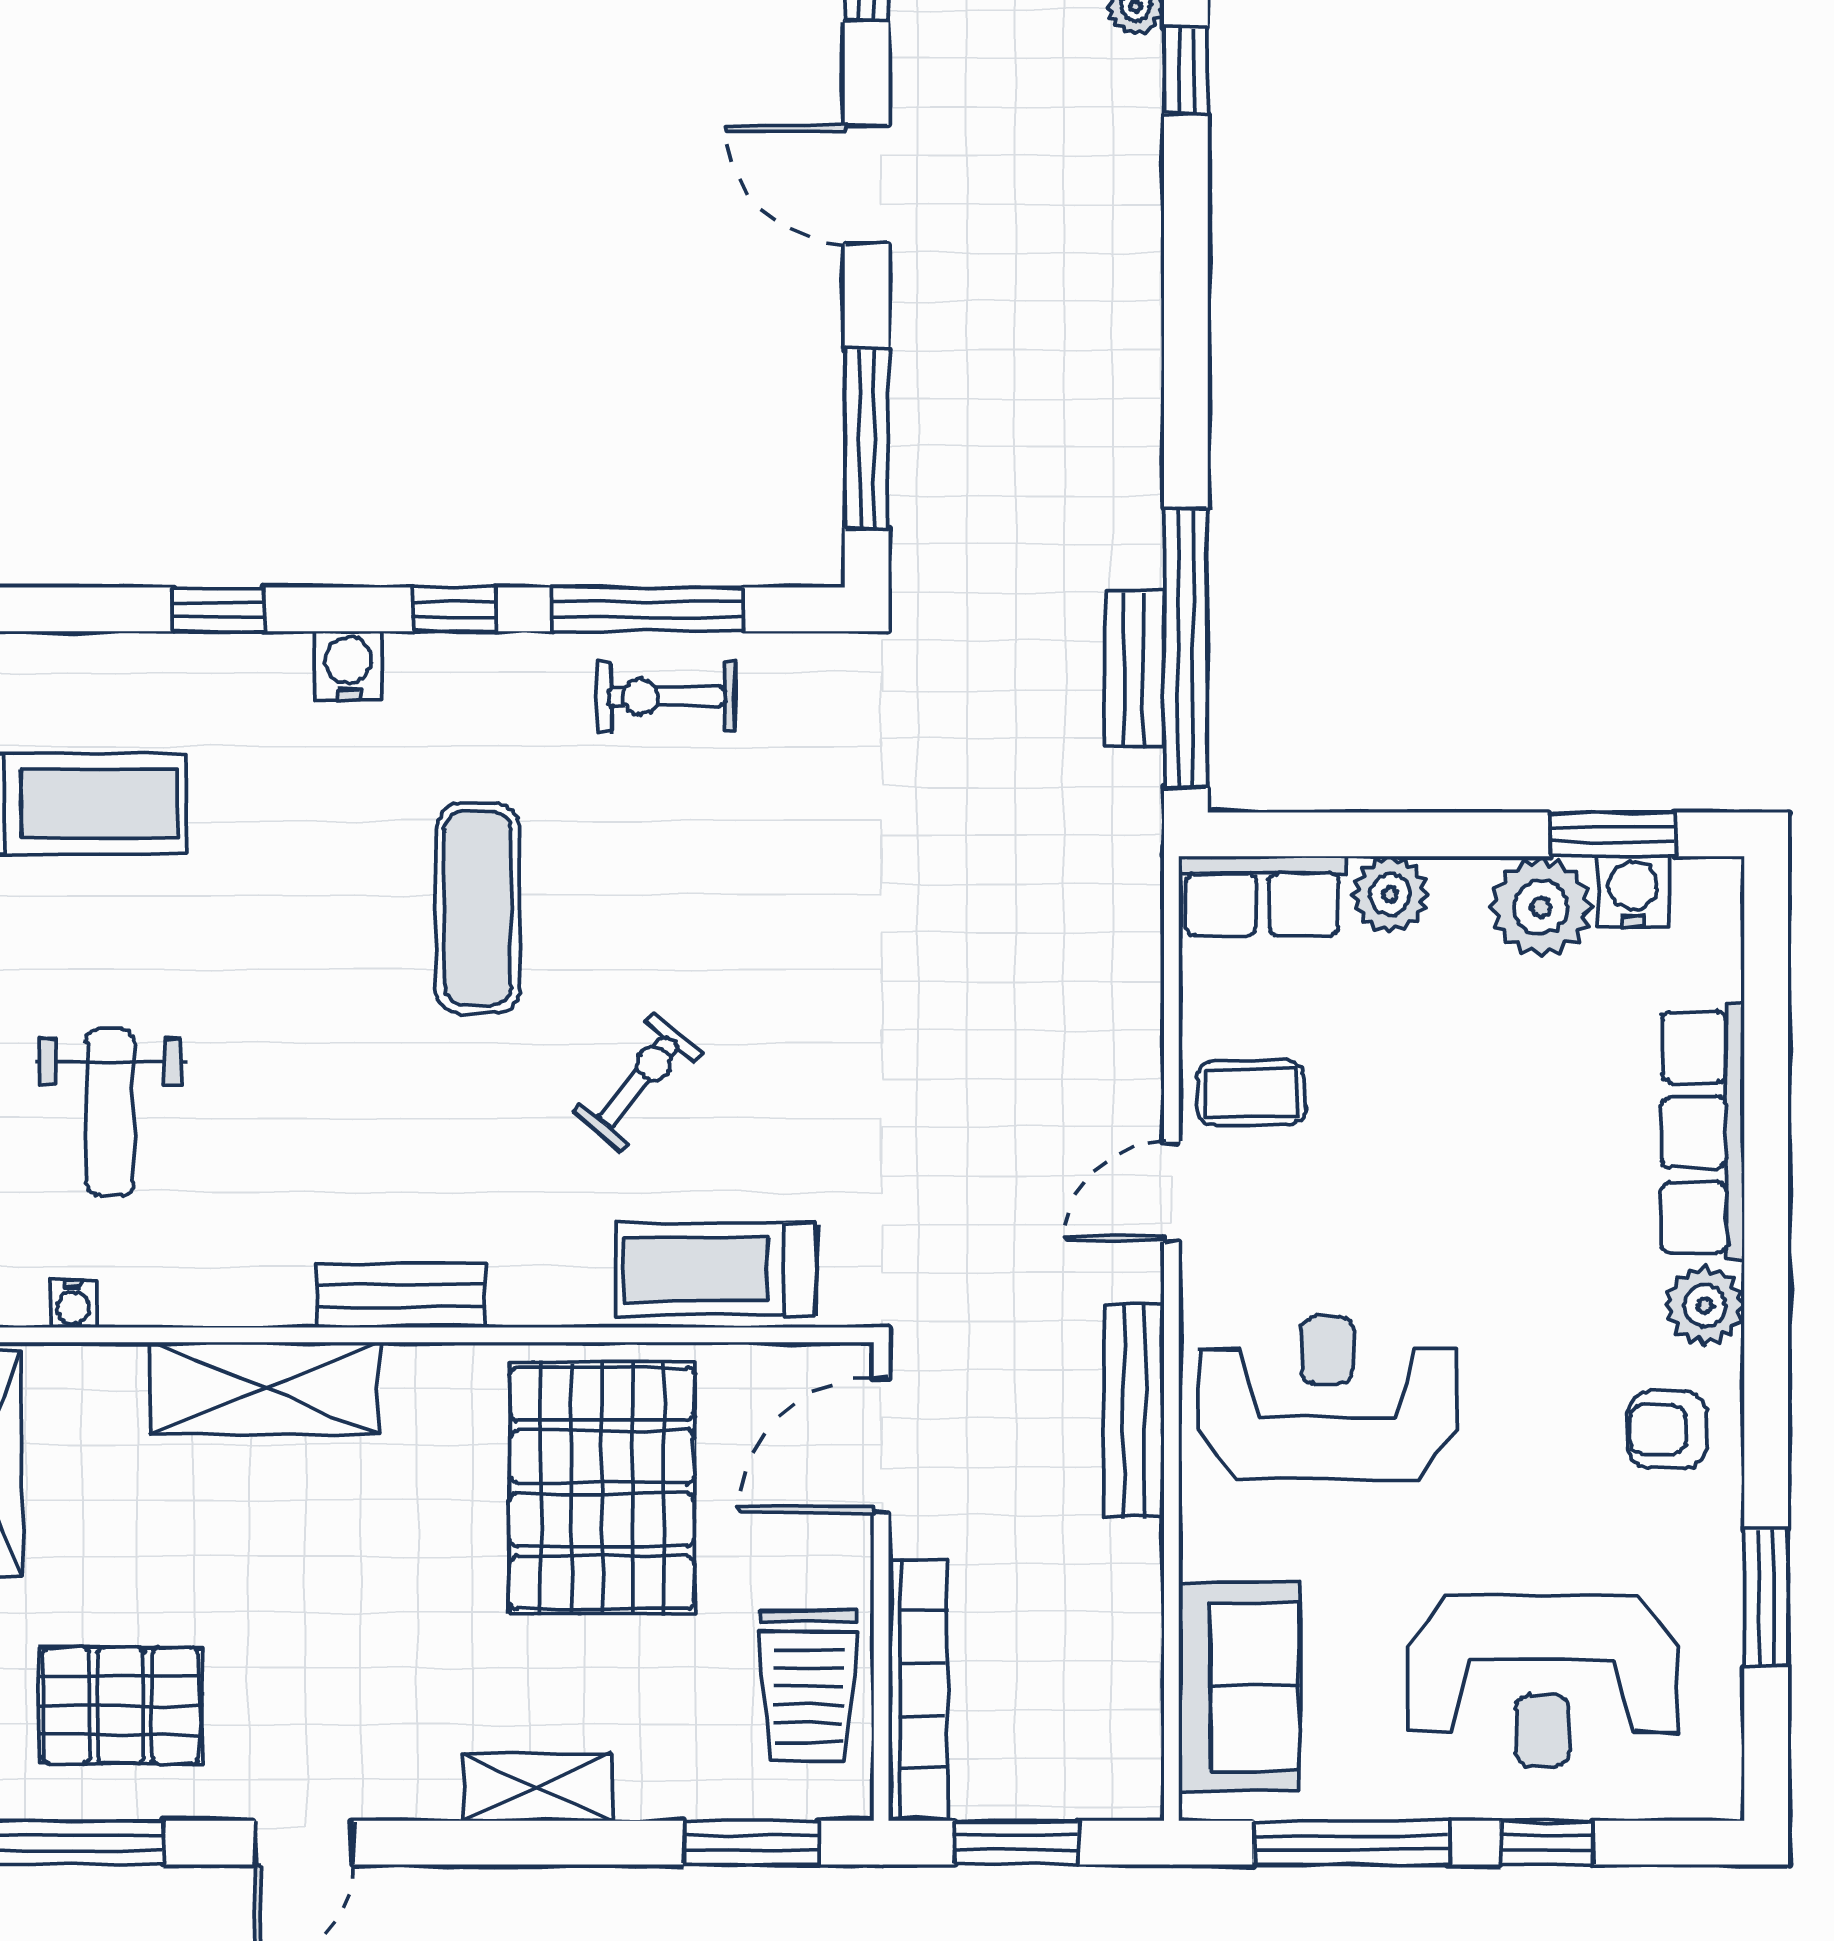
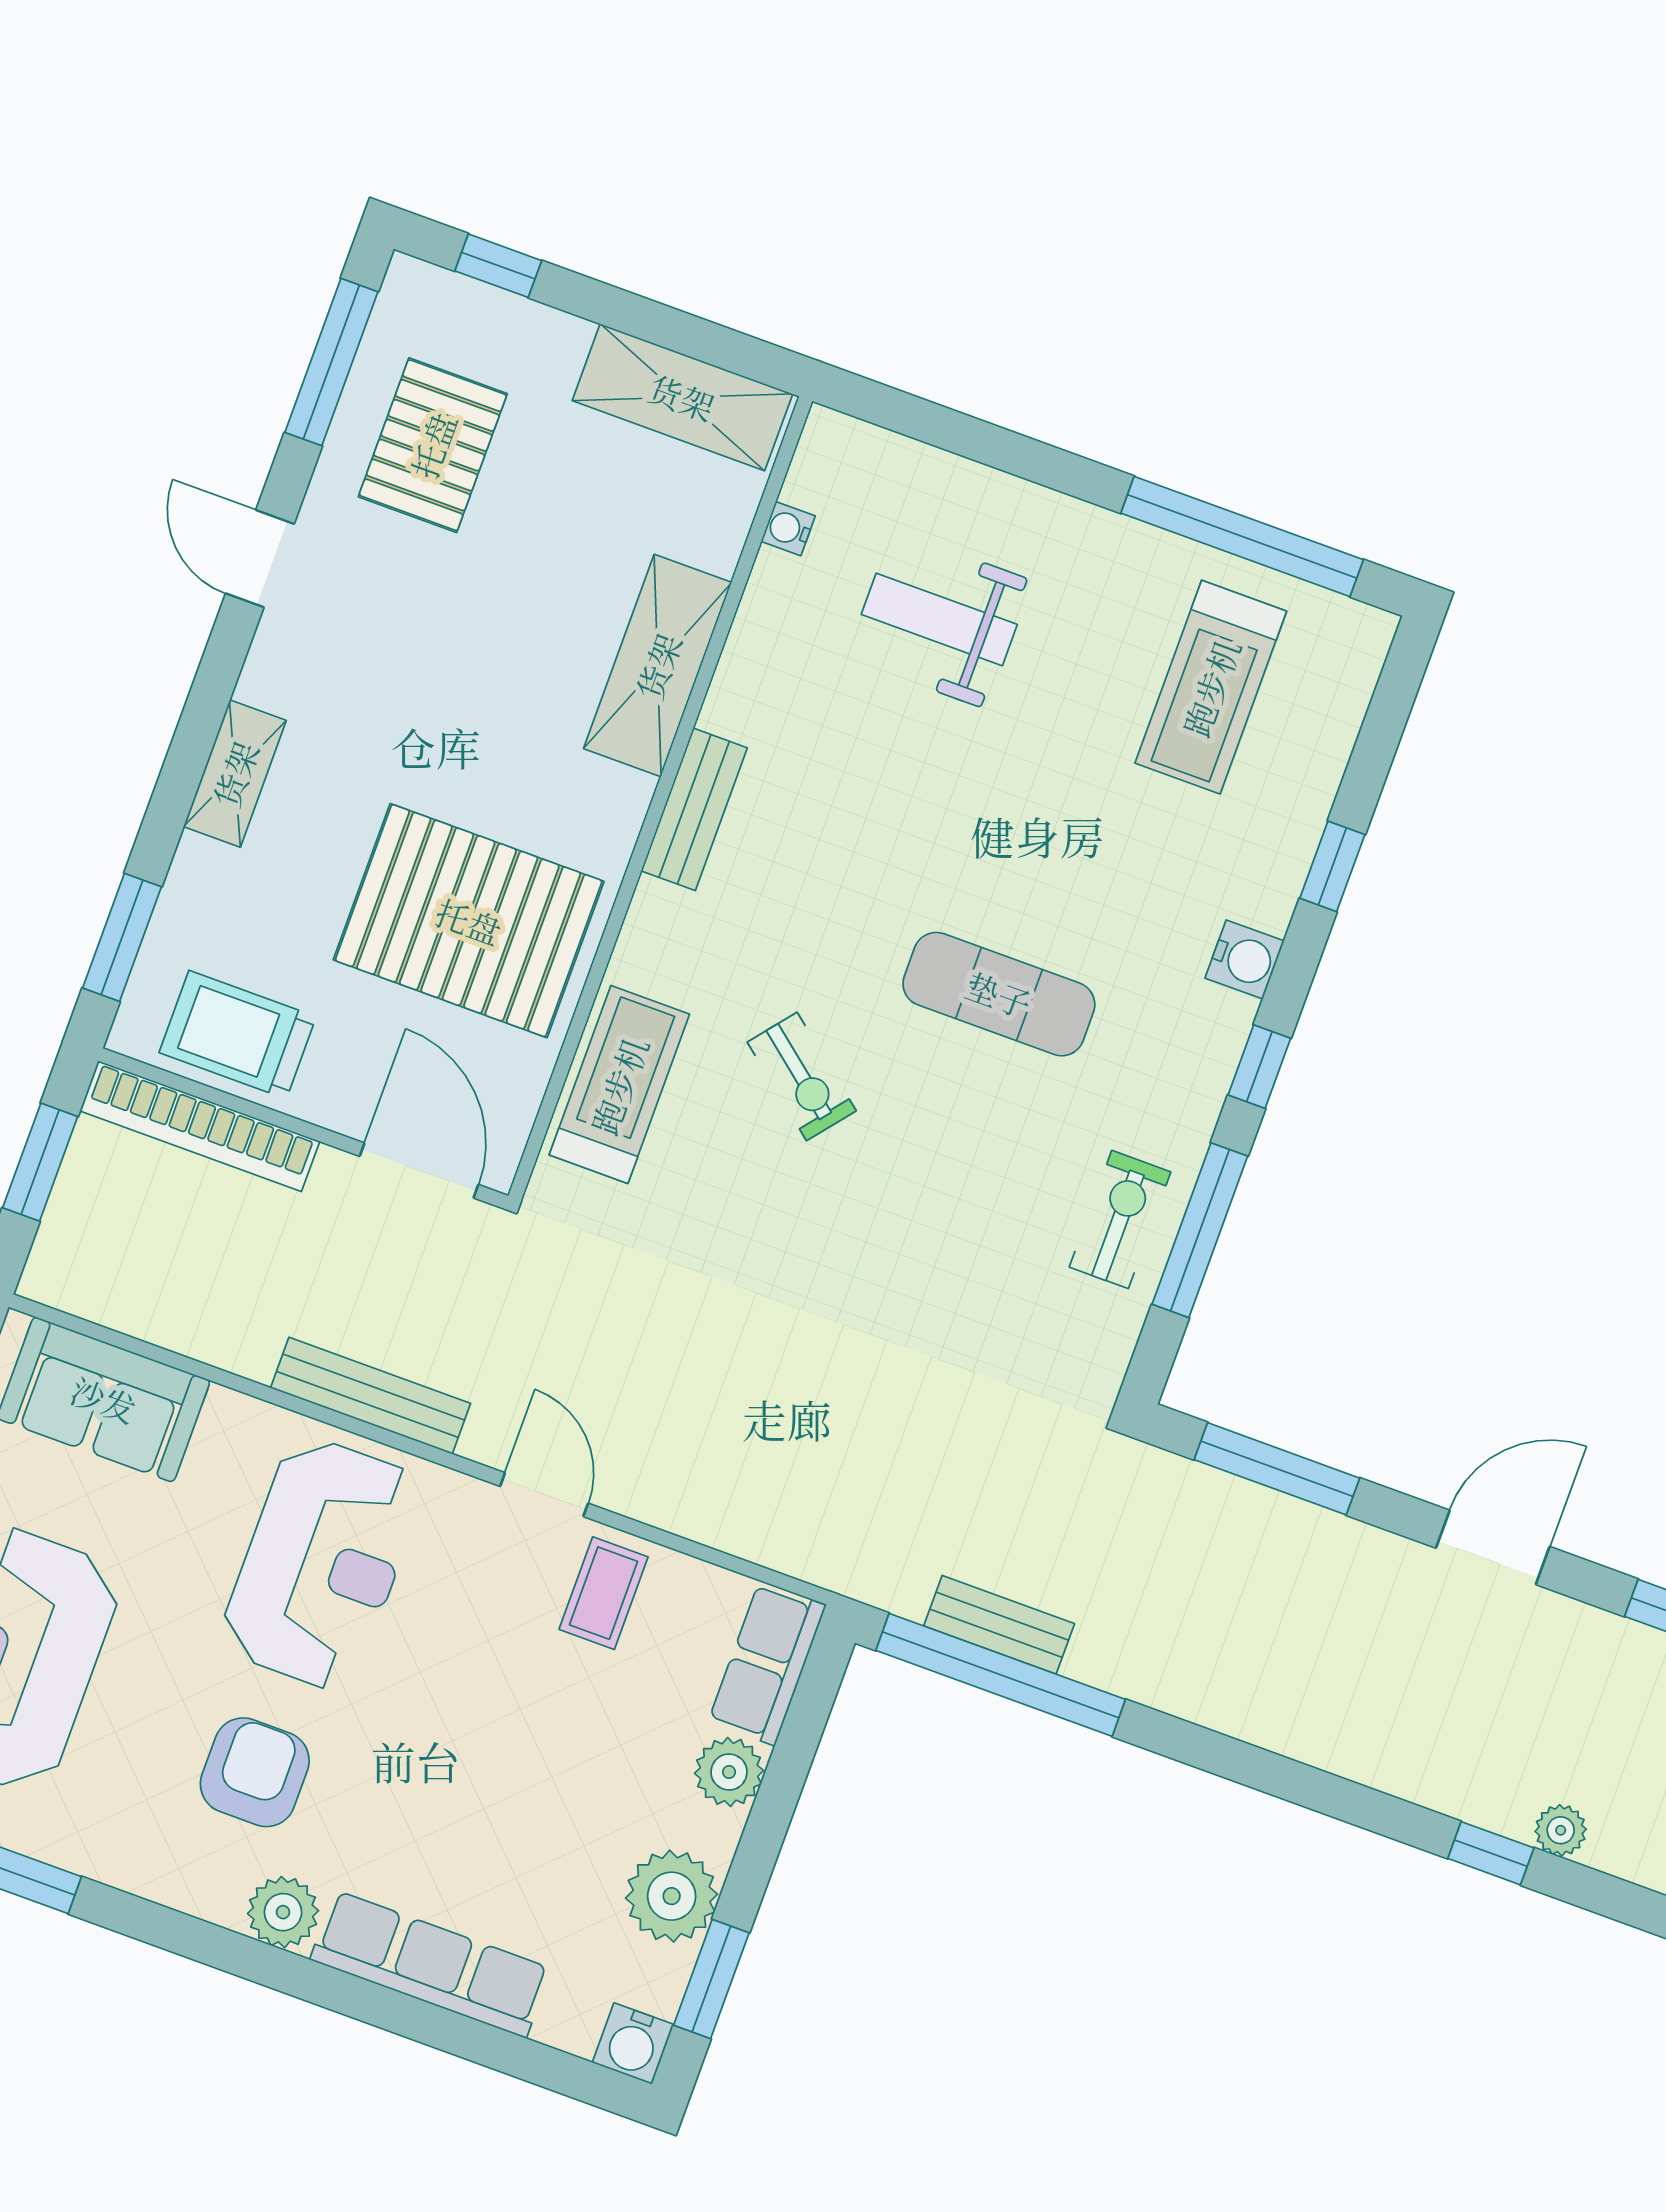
water cooler: (1633, 891) -> (633, 2044), moved, turned 90
armchair: (1667, 1429) -> (255, 1772), moved, width x1.38, depth x1.38

